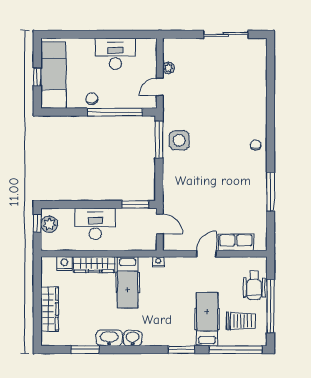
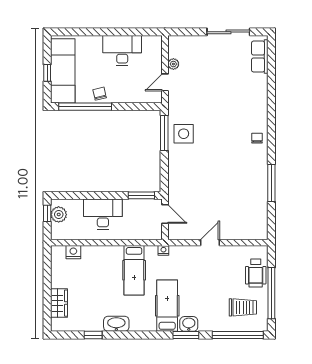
window: (115, 112) -> (85, 107), moved
row of seats: (236, 242) -> (260, 57), moved, turned -90
wardrobe: (94, 265) -> (102, 253), removed
wardrobe: (50, 309) -> (59, 303), width x0.67
hospital bed: (207, 319) -> (167, 306), moved
washbasin: (133, 338) -> (189, 324), moved
window: (85, 350) -> (93, 335), width x0.67

